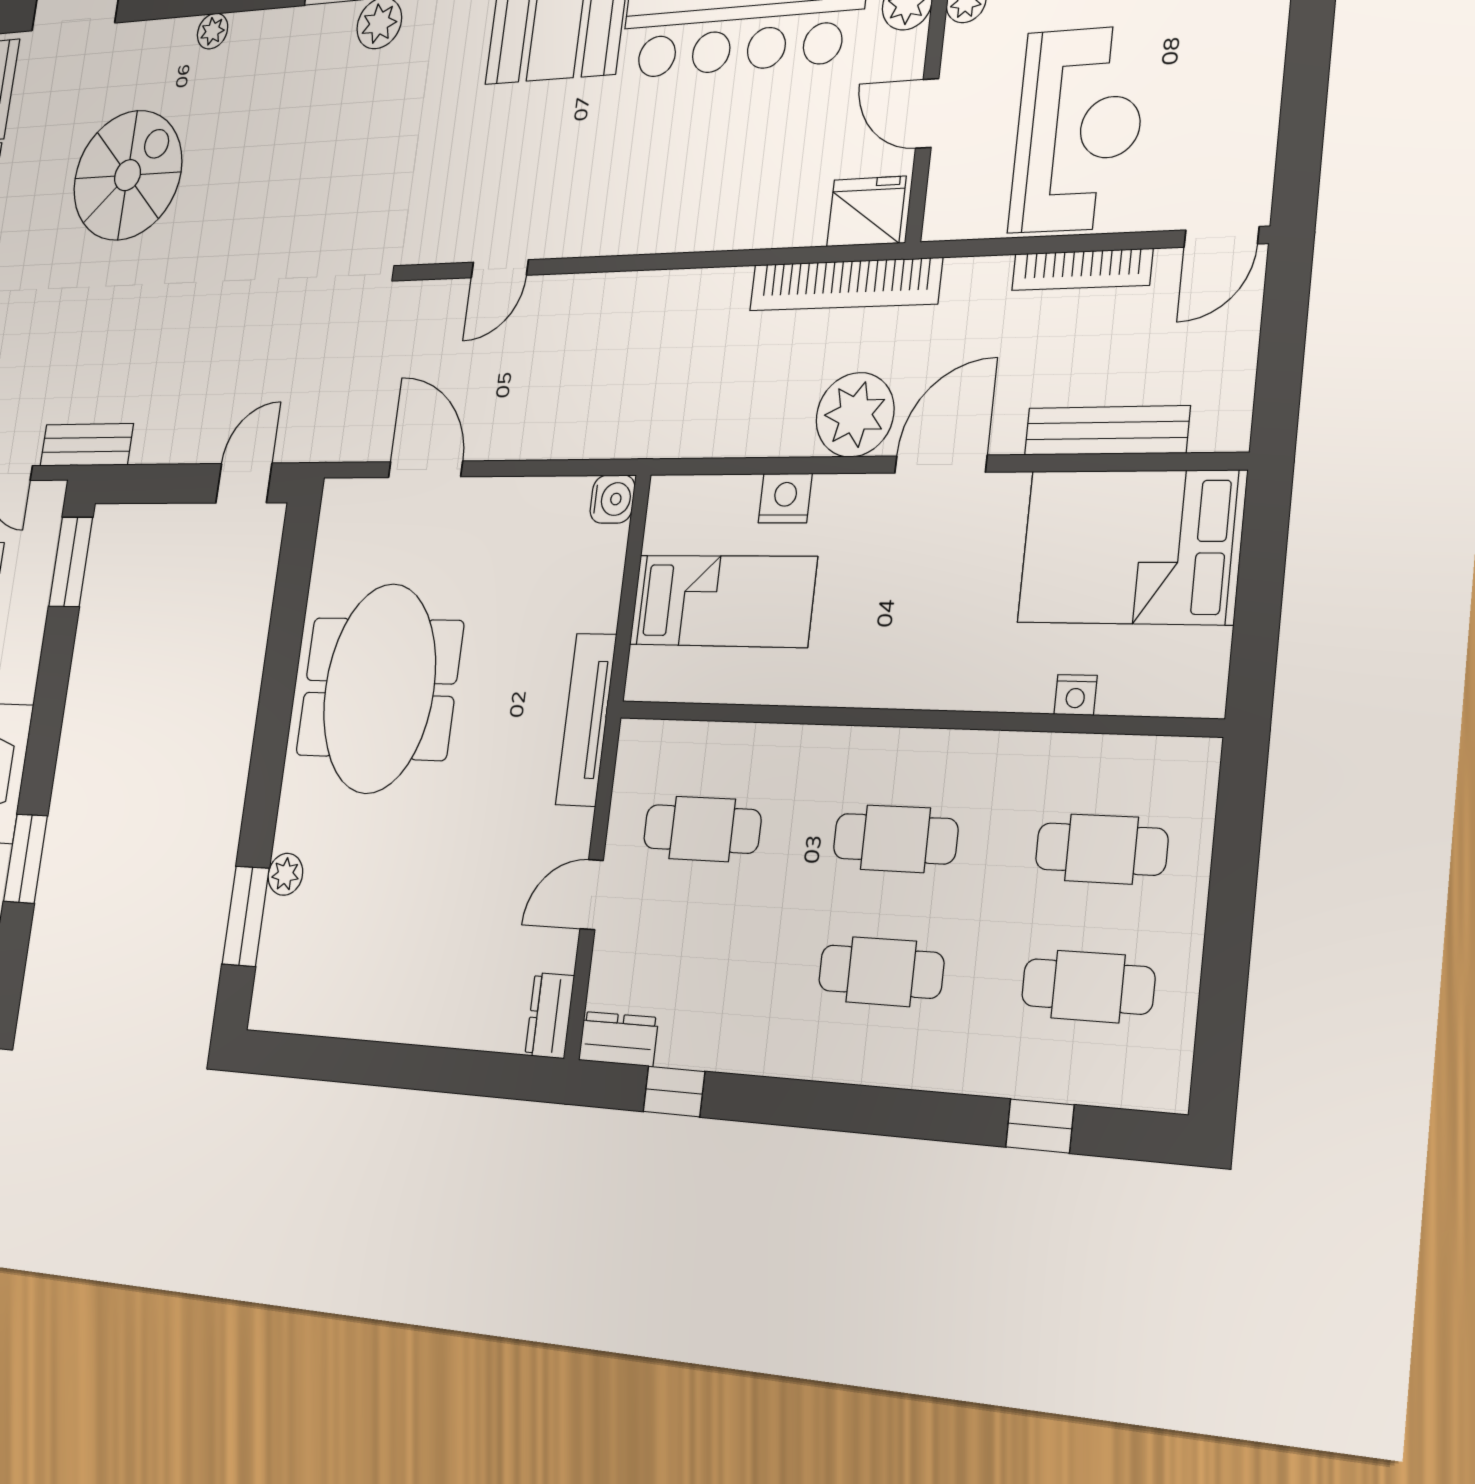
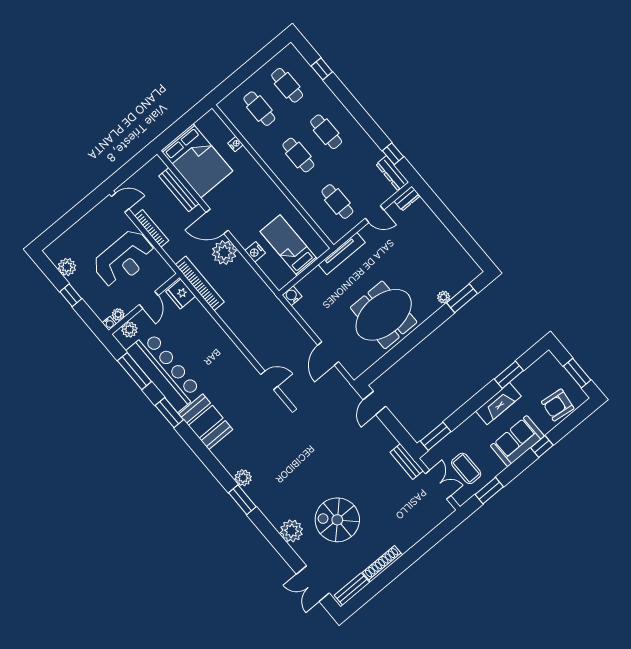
plant: (213, 31) -> (291, 531), width x1.87, depth x1.87
reception desk: (1078, 129) -> (124, 259), turned 180
door: (244, 483) -> (375, 403), hinge flipped
dresser: (618, 1039) -> (392, 173), width x1.44

